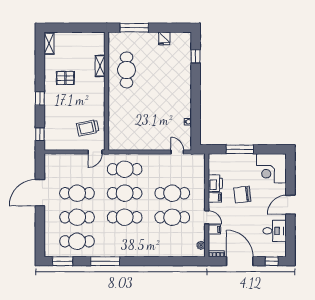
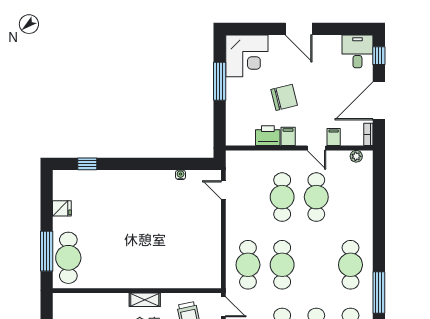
shelving: (100, 66) -> (145, 300), moved
cafe table: (127, 70) -> (68, 258), moved, turned 90
window: (240, 149) -> (220, 81), moved
door: (177, 152) -> (223, 190), hinge flipped
chair: (242, 195) -> (284, 97), turned -97
cafe table: (125, 217) -> (350, 265), moved
door: (207, 217) -> (316, 148), swing flipped
desk: (275, 231) -> (357, 51), moved

